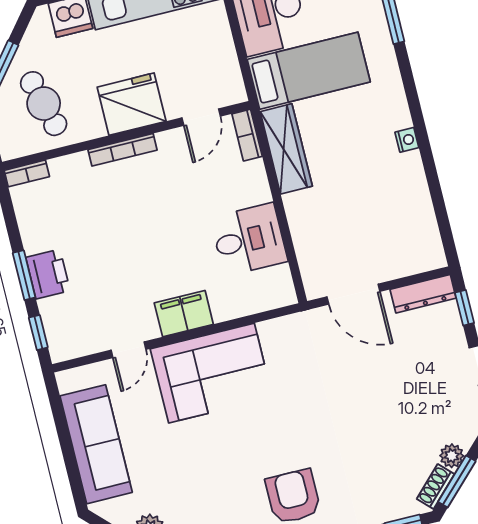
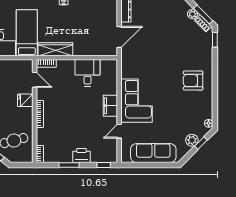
fridge: (132, 104) -> (25, 100), width x0.53, depth x0.75
window: (24, 275) -> (69, 165), moved
door: (128, 350) -> (119, 131), swing flipped

